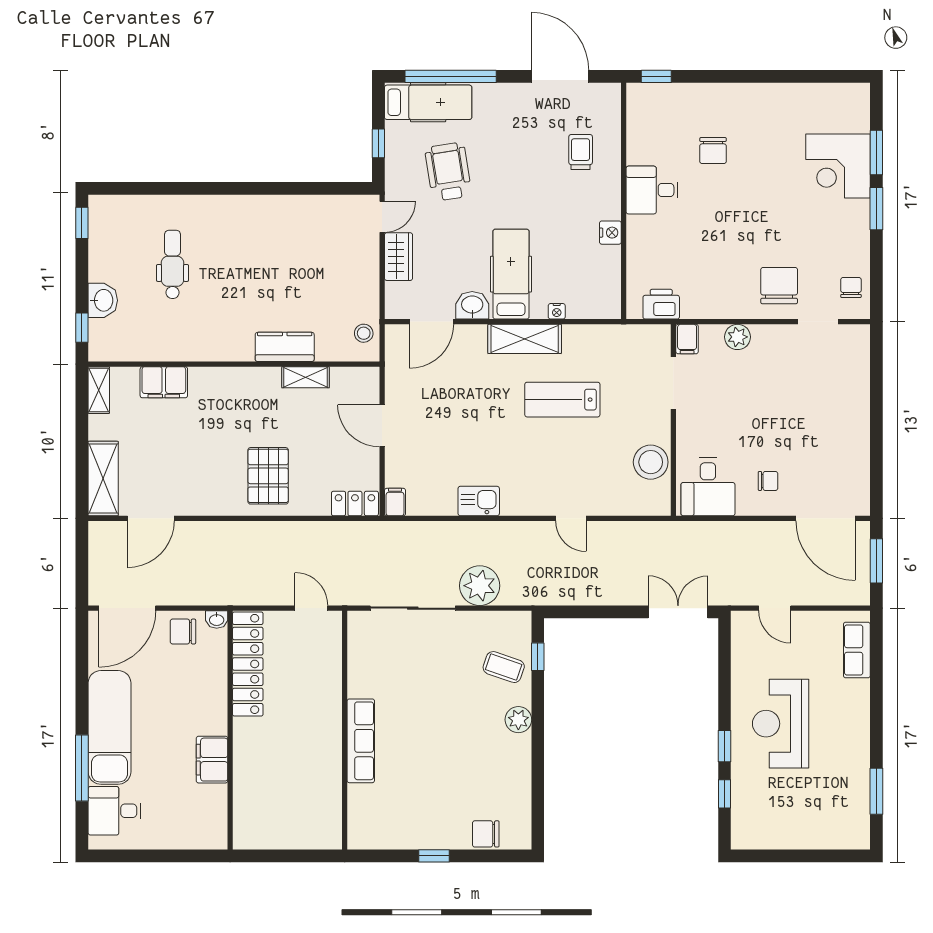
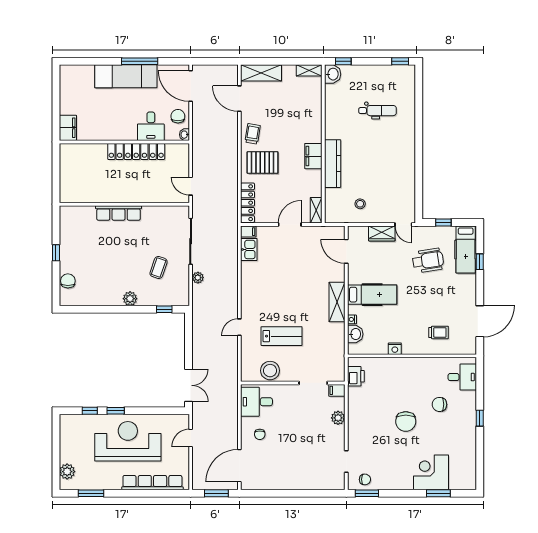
window: (451, 76) -> (480, 262), width x0.32
window: (656, 76) -> (480, 418), moved
desk: (652, 190) -> (462, 377), moved, turned 90
window: (876, 209) -> (367, 493), moved
chair: (779, 286) -> (406, 421), moved, turned 90
washbasin: (103, 300) -> (333, 74), moved, turned -90
washbasin: (472, 305) -> (355, 334), moved
stool: (364, 333) -> (360, 204), moved
kitchen counter: (285, 347) -> (333, 164), width x1.50
shelving: (306, 377) -> (316, 210), moved
filing cabinet: (164, 382) -> (313, 156), moved
lab bench: (562, 400) -> (282, 336), moved, turned 90
trolley: (215, 494) -> (253, 134), added
kitchen sink: (479, 501) -> (249, 249), moved
locker: (355, 504) -> (248, 203), width x1.53
plant: (480, 586) -> (198, 278), width x0.53, depth x0.53
door: (311, 608) -> (191, 186), swing flipped
row of seats: (857, 650) -> (152, 483), width x2.02
locker: (248, 664) -> (136, 151), moved
coffee table: (504, 667) -> (159, 267), moved
reception desk: (781, 724) -> (128, 441), width x1.36, depth x1.30
filing cabinet: (212, 760) -> (68, 128), moved, turned 90
window: (82, 768) -> (140, 61), moved
desk: (115, 811) -> (151, 126), moved, turned 180
plant: (836, 835) -> (67, 472), added

